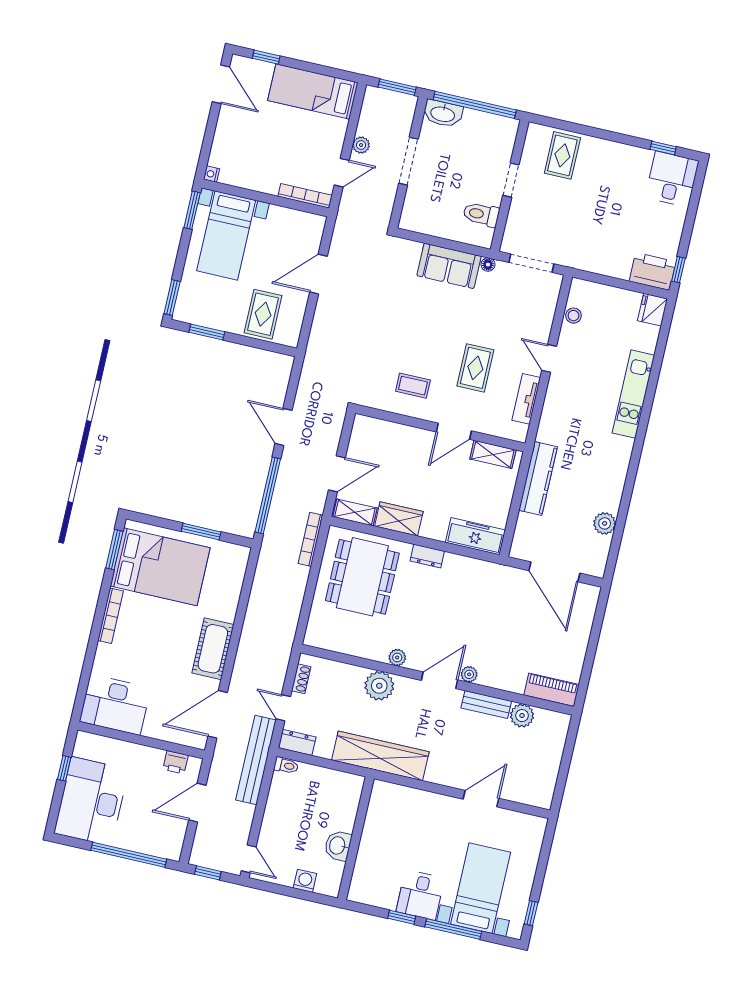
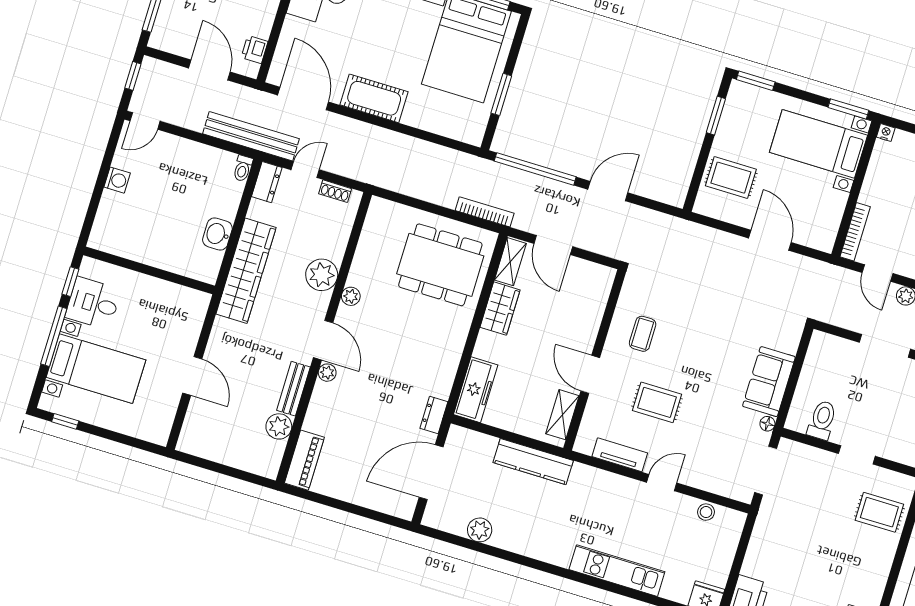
dresser: (427, 556) -> (434, 415), moved
wall: (356, 838) -> (149, 270), moved
washbasin: (338, 846) -> (217, 234), moved, turned -90

